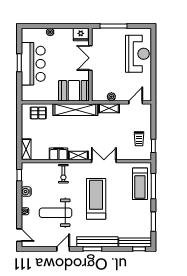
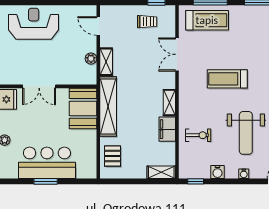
double door: (104, 161) -> (177, 54), moved
exercise bike: (63, 174) -> (198, 135), moved
treadmill: (96, 199) -> (227, 79), width x0.73, depth x0.73

